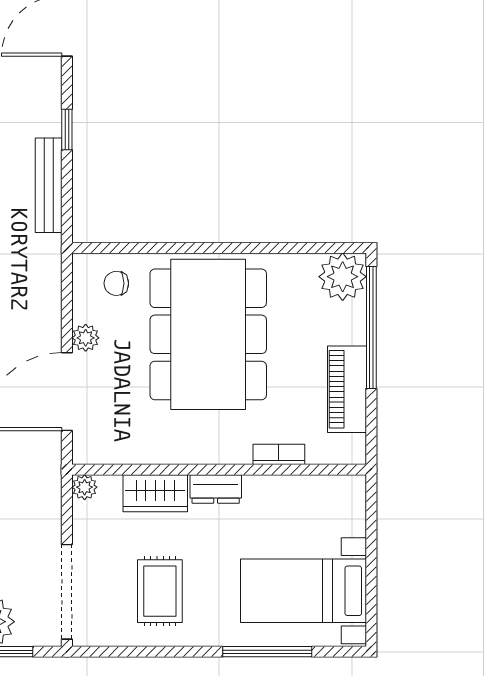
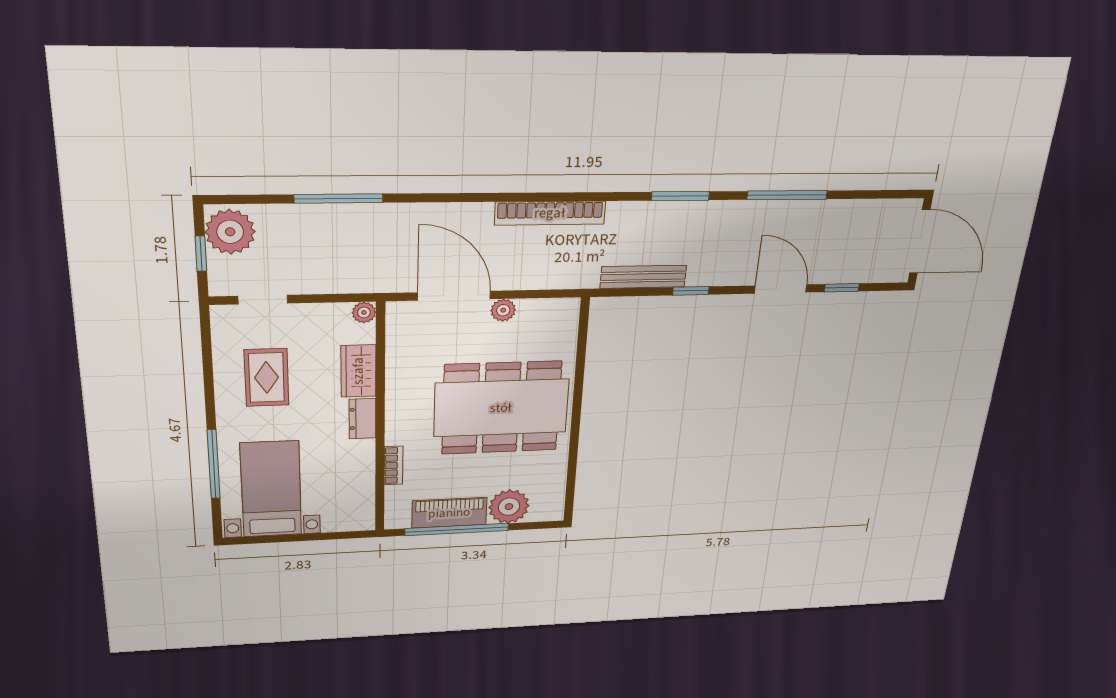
plant: (343, 277) -> (509, 507), moved
chair: (116, 283) -> (551, 334), removed
window: (371, 327) -> (457, 530), moved
rug: (160, 591) -> (267, 378), turned 90
doorway: (67, 592) -> (263, 300), width x0.53

